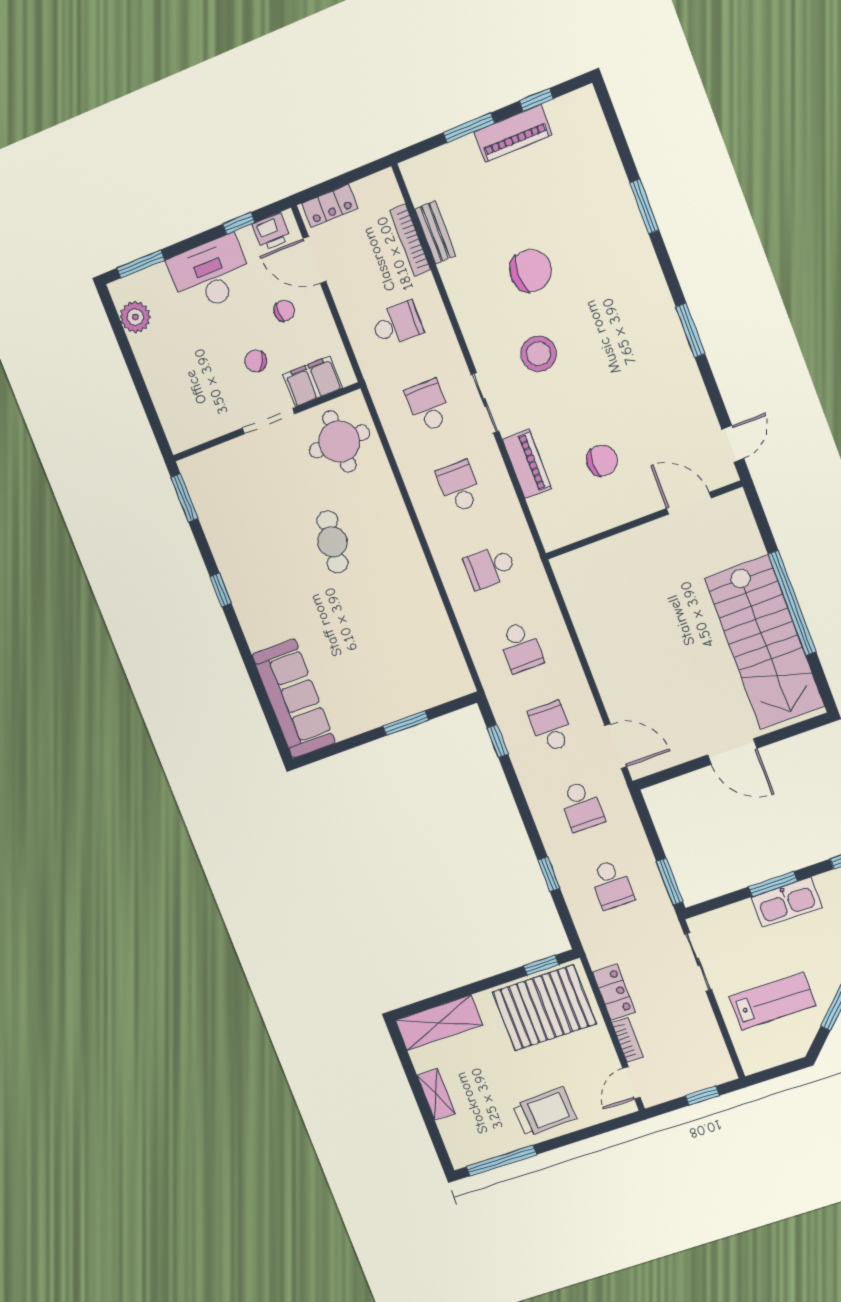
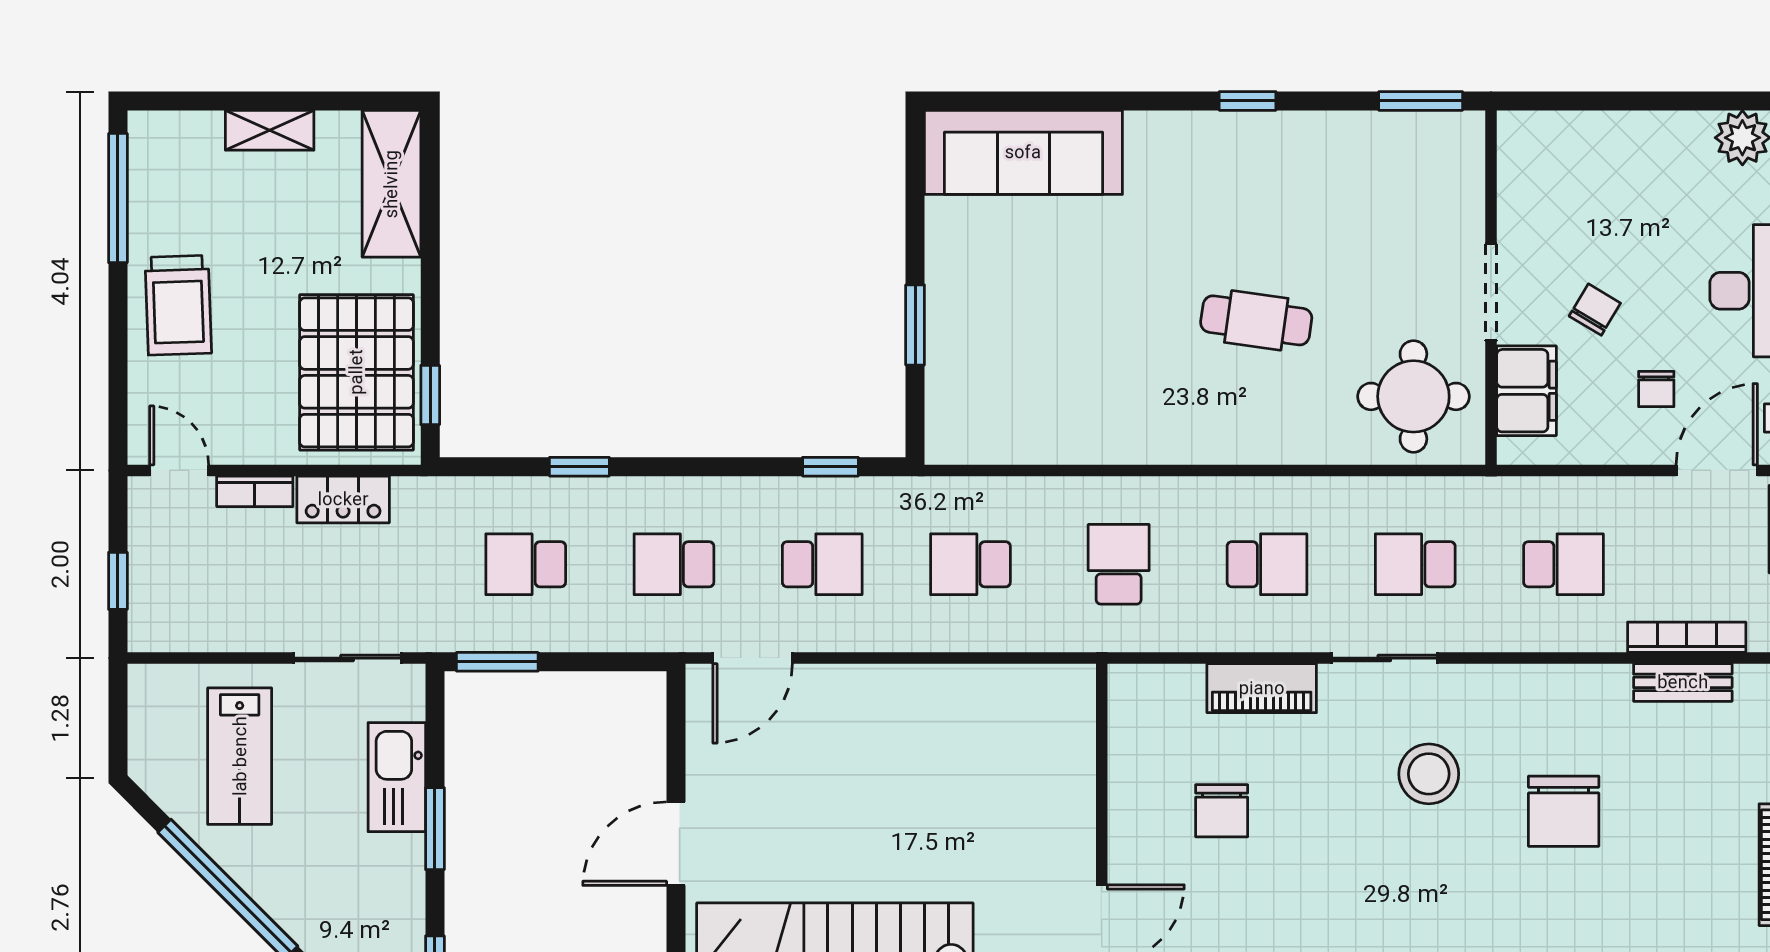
school desk: (397, 324) -> (1563, 564), turned -90
school desk: (428, 406) -> (1415, 564), turned 180
kitchen sink: (787, 902) -> (397, 777), moved

